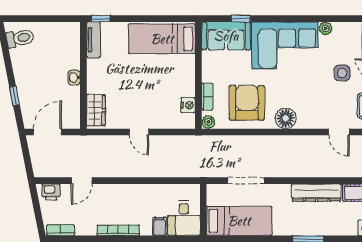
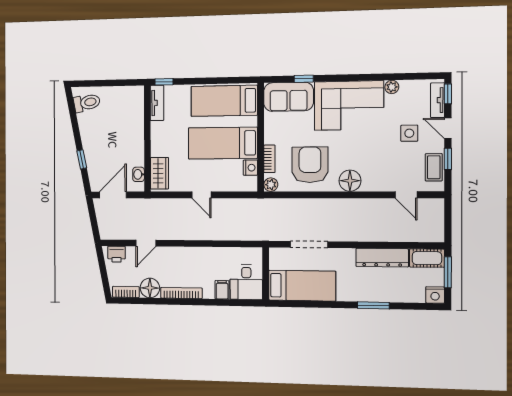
washbasin: (74, 77) -> (139, 174), moved
bed: (161, 81) -> (223, 143), added
floor lamp: (86, 226) -> (150, 288), added

